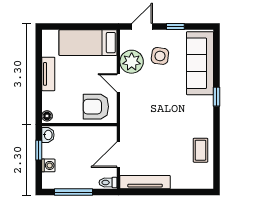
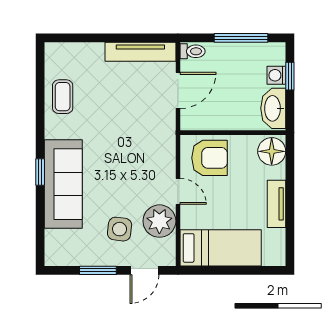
window: (175, 27) -> (98, 270), width x1.50
sofa: (200, 63) -> (63, 184), moved
floor lamp: (47, 116) -> (272, 151), width x1.89, depth x1.89
washbasin: (48, 135) -> (273, 108), width x1.91, depth x1.45
window: (39, 150) -> (290, 76), moved

